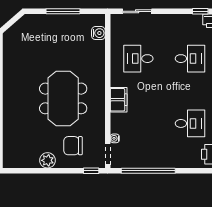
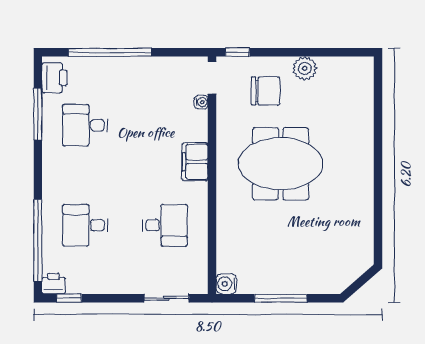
water cooler: (98, 33) -> (226, 284), moved
meeting table: (63, 98) -> (281, 164), turned 90
window: (148, 171) -> (110, 52), moved

